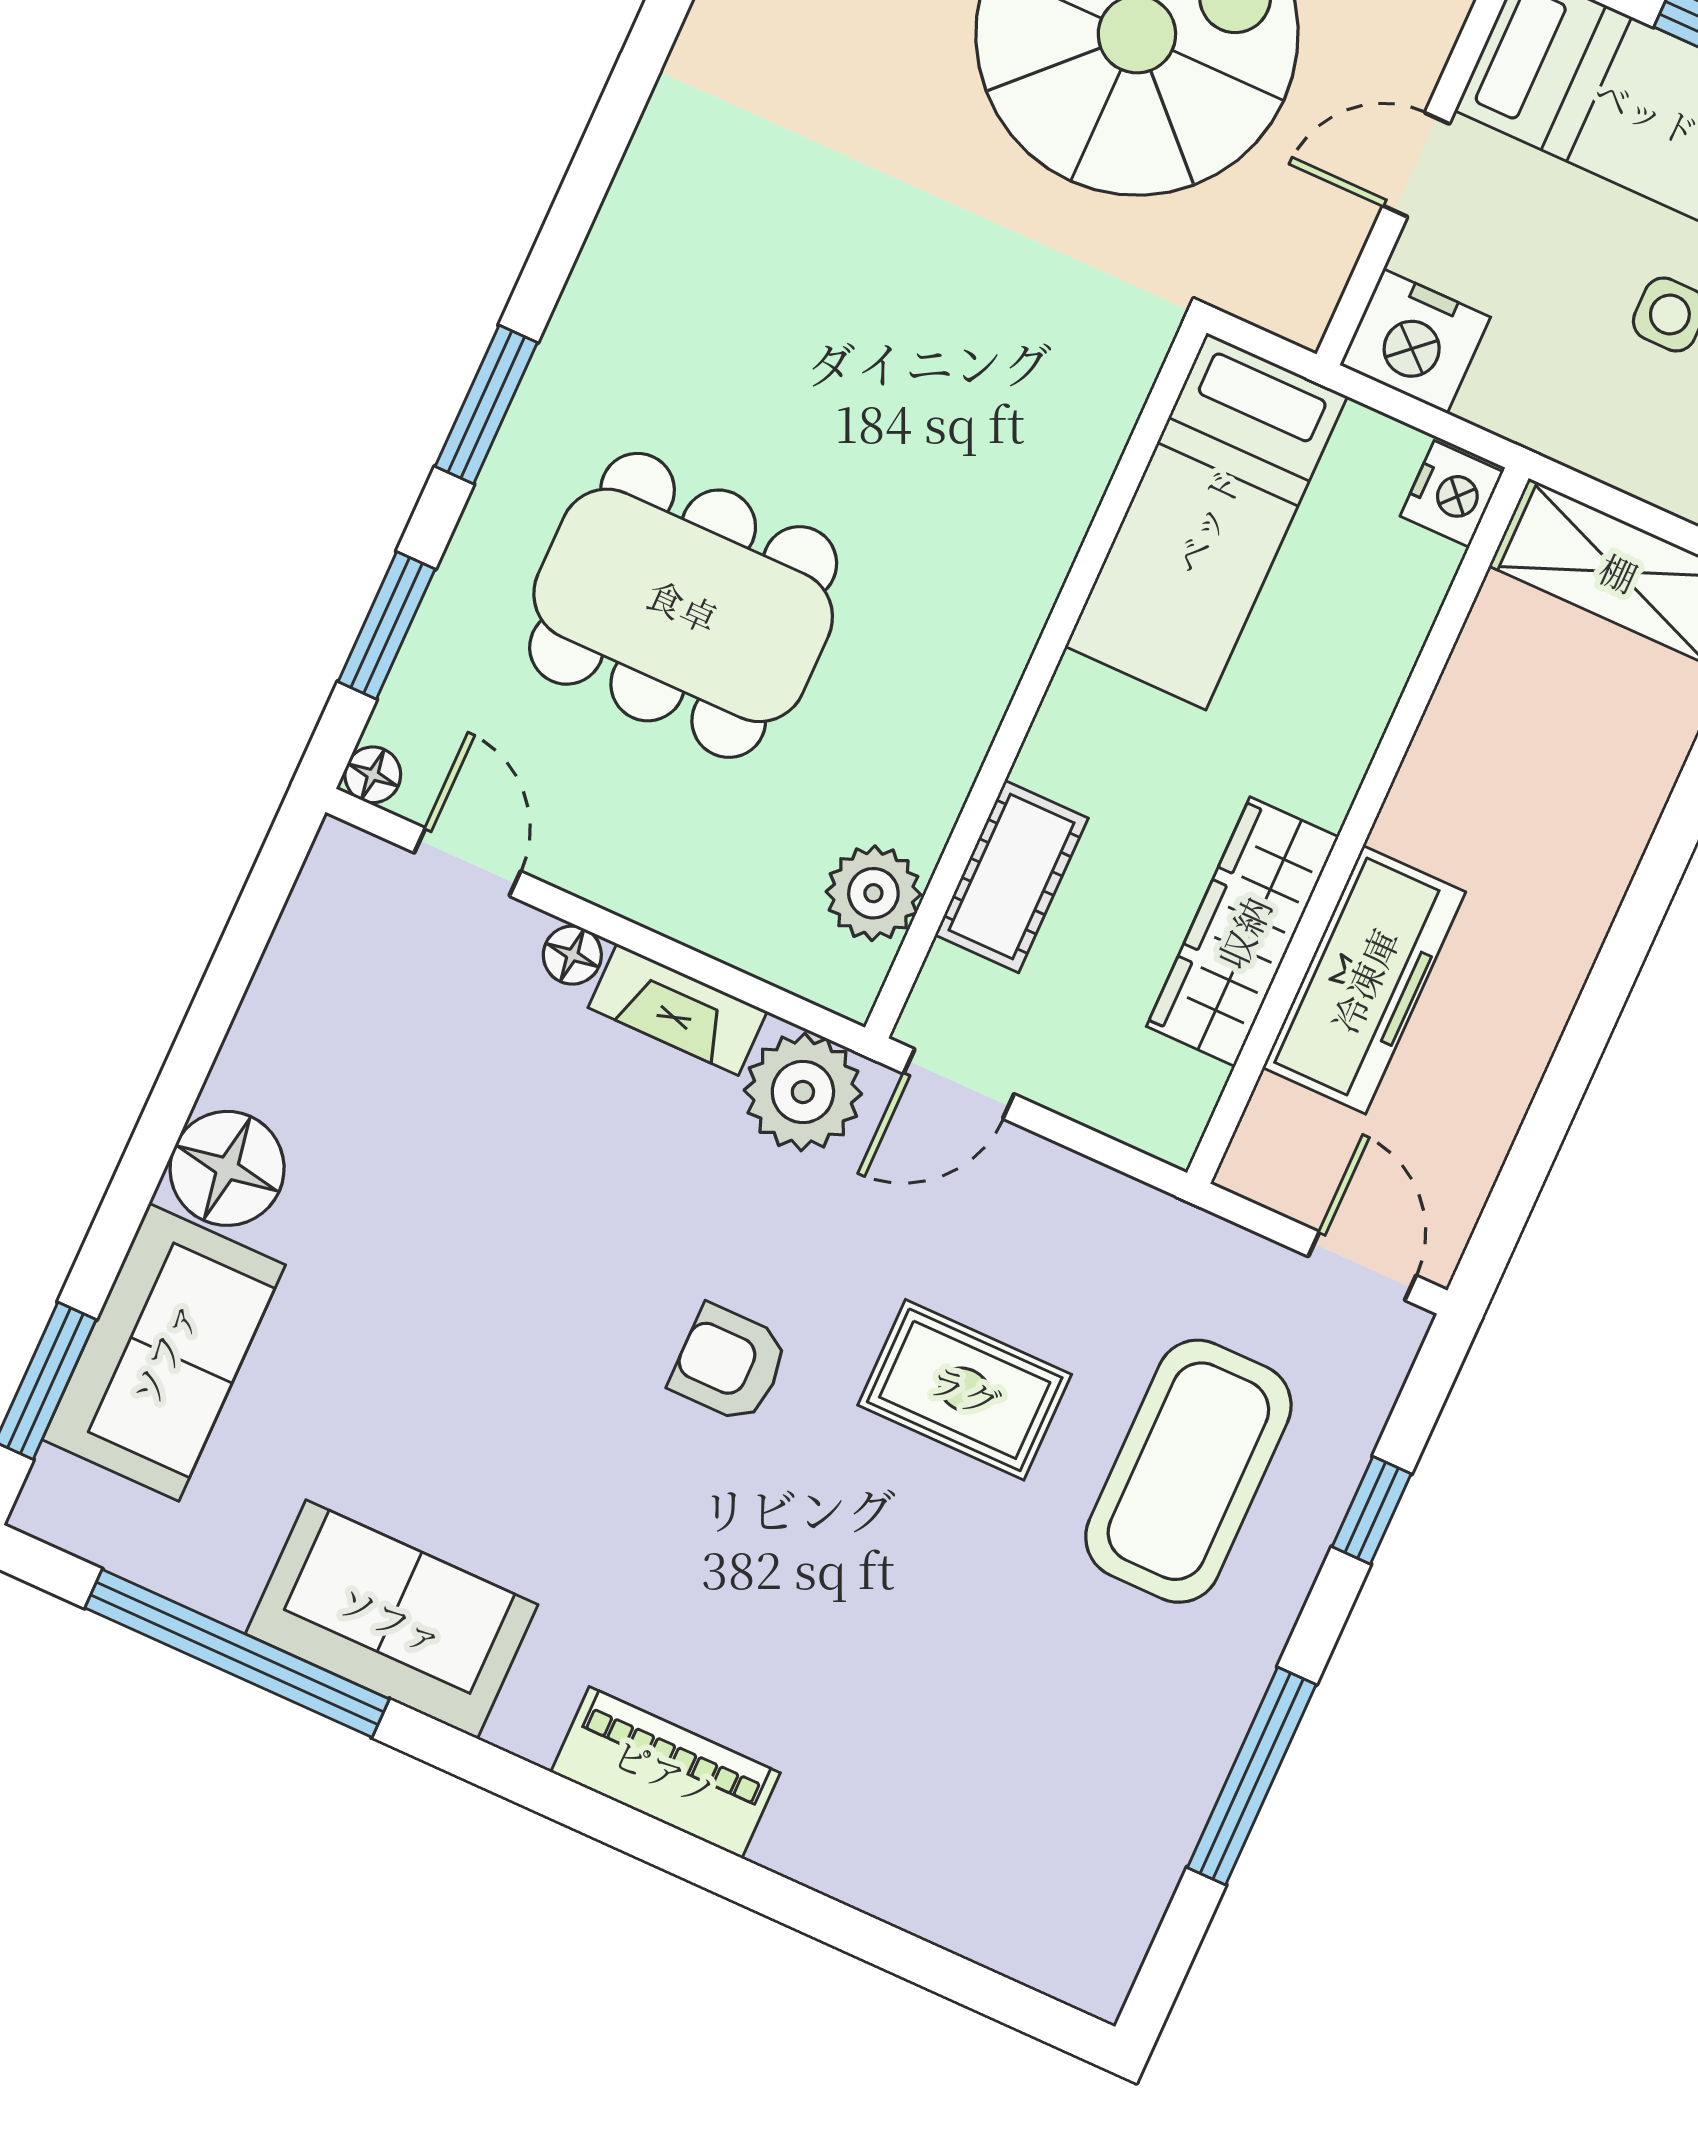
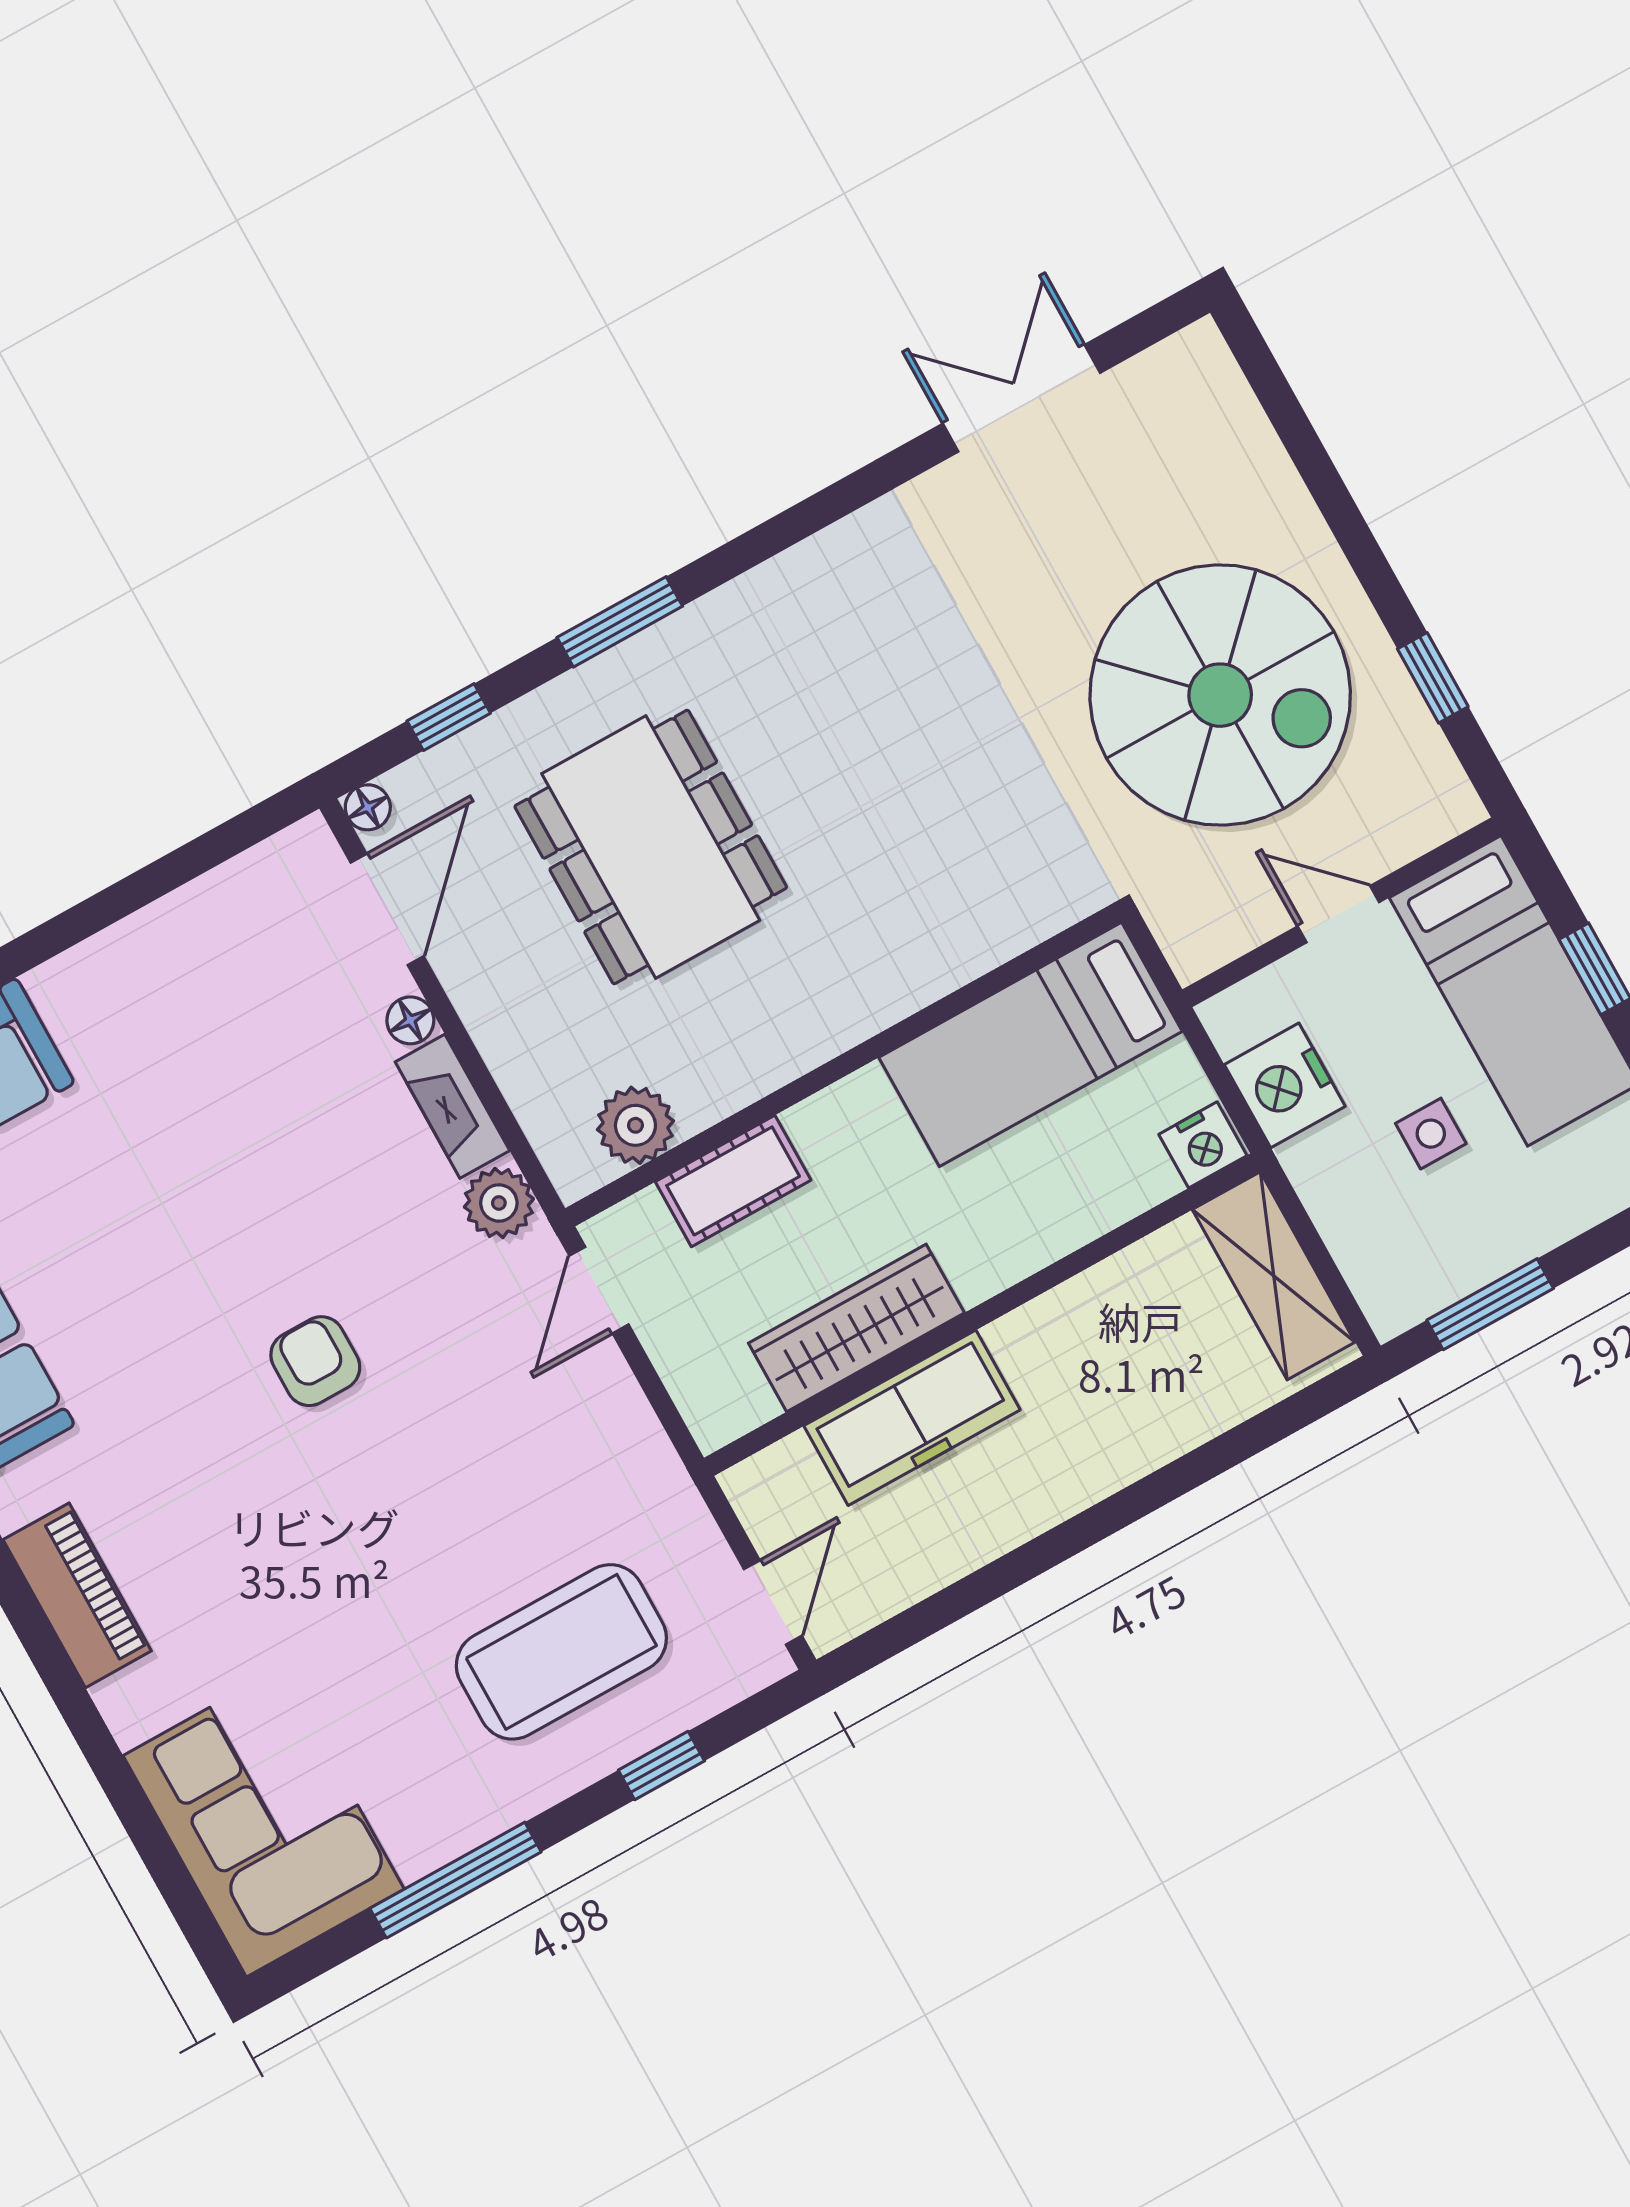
nightstand: (1415, 341) -> (1285, 1085), moved
window: (387, 625) -> (449, 717), width x0.67
door: (467, 862) -> (387, 909), width x1.38
door: (959, 1084) -> (599, 1290), hinge flipped
plant: (803, 1092) -> (499, 1203), width x0.73, depth x0.73
floor lamp: (227, 1168) -> (84, 992), removed
rug: (965, 1390) -> (455, 1491), removed
corner sofa: (1018, 1860) -> (264, 1822), added

